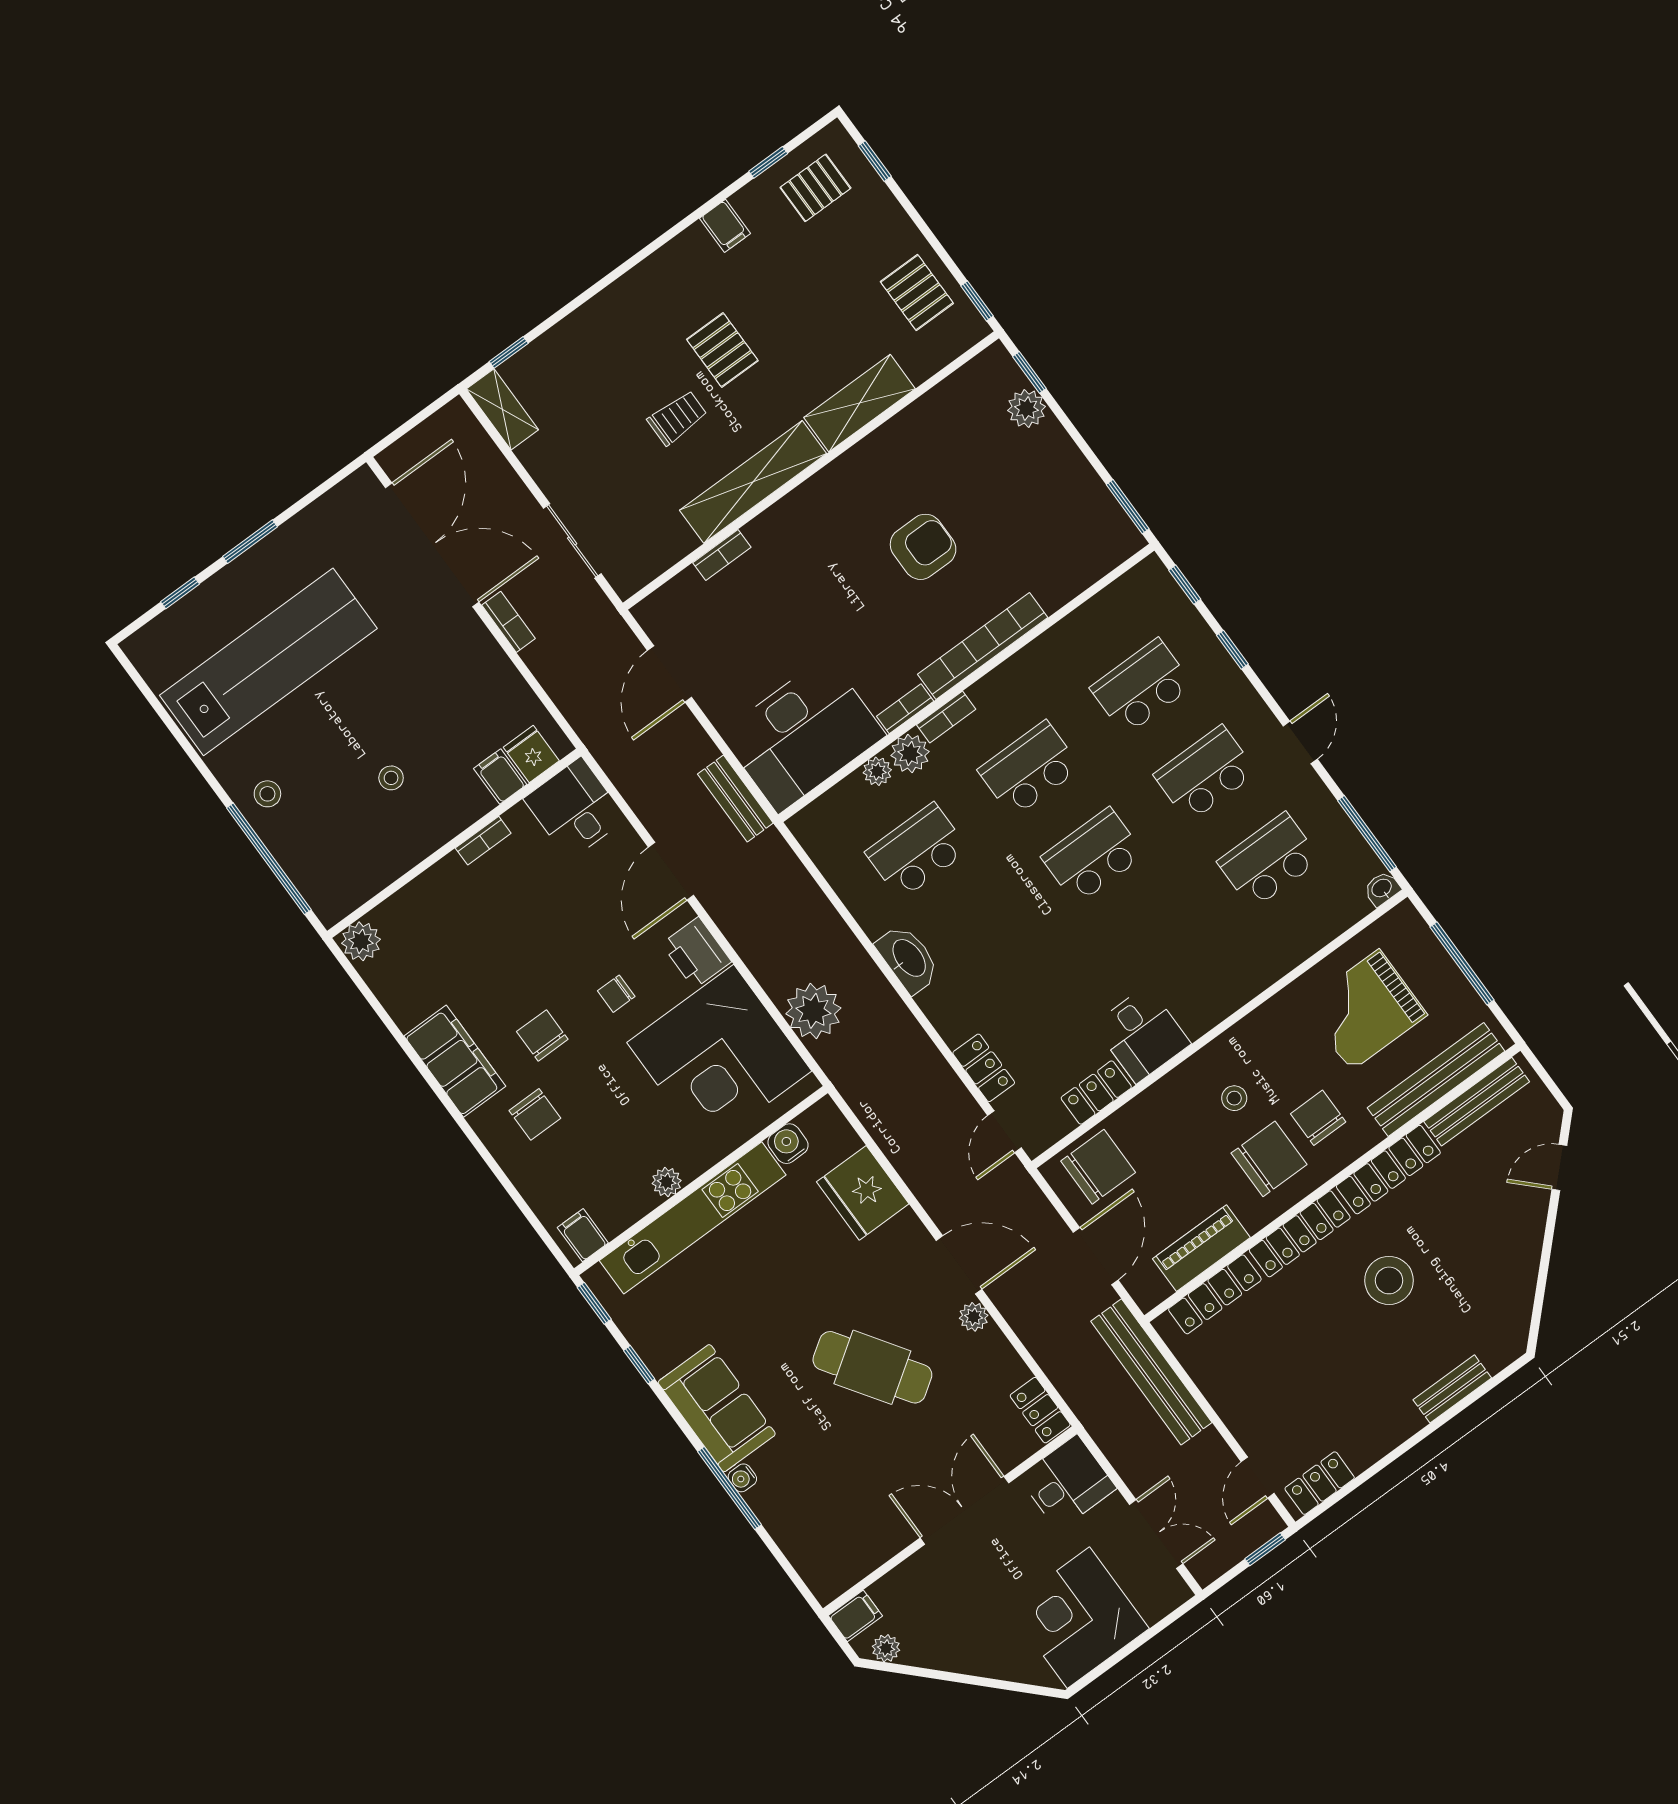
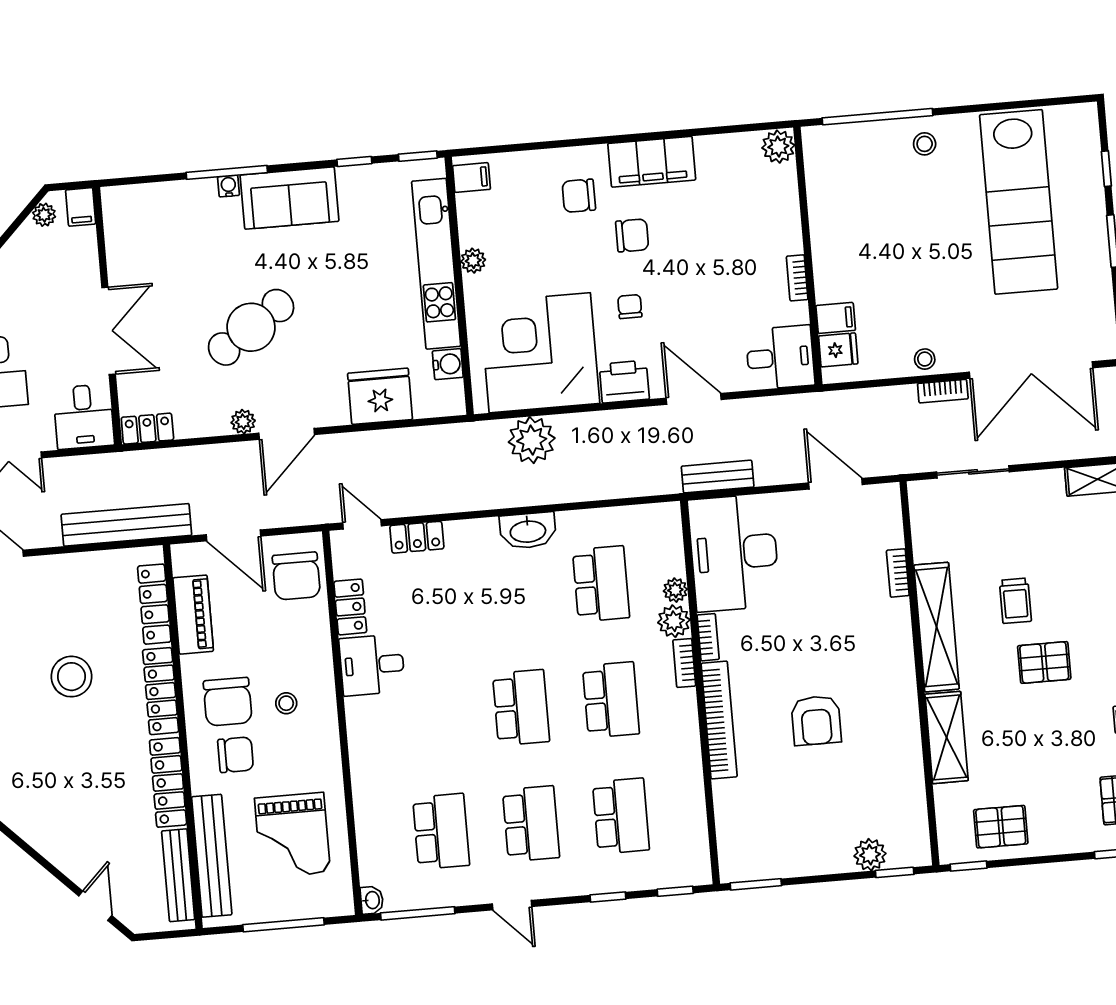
stool: (391, 778) -> (925, 359), moved
grand piano: (1365, 1010) -> (292, 835), turned 180
stool: (1389, 1280) -> (71, 677), moved

